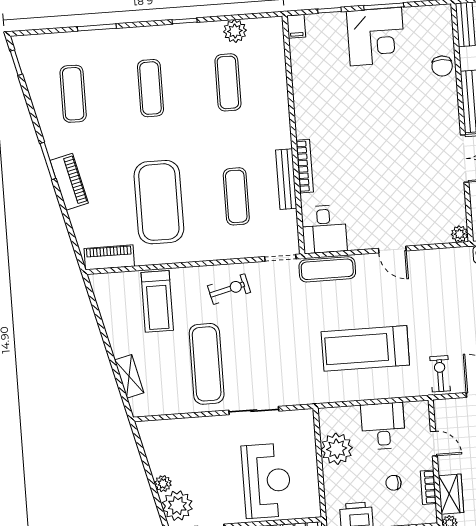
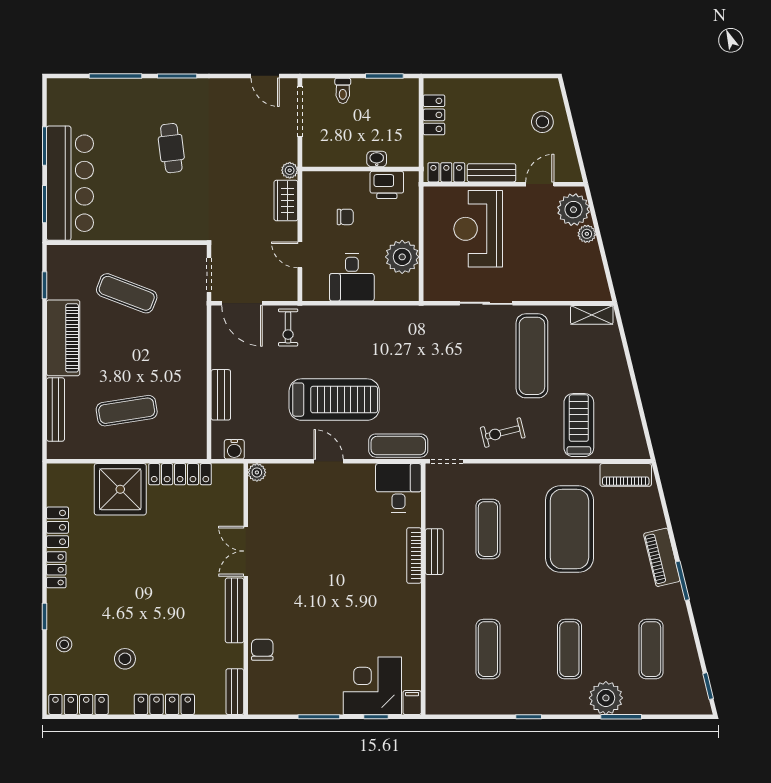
plant: (235, 31) -> (606, 698), moved, width x1.36, depth x1.36
corner desk: (376, 37) -> (372, 686), moved
bench: (286, 179) -> (434, 552), width x0.73
treadmill: (365, 348) -> (334, 400), moved
shelving: (129, 376) -> (592, 315), moved, turned -76
bookcase: (428, 487) -> (309, 210), removed

